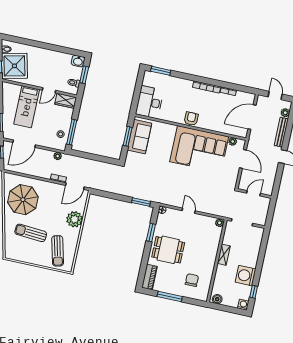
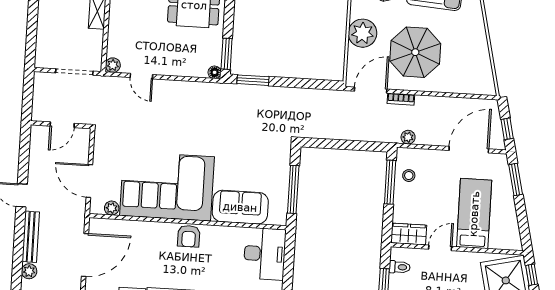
window: (128, 136) -> (293, 189), width x1.44
sofa: (140, 137) -> (240, 207), moved, turned 90
parasol: (23, 200) -> (415, 52), moved
door: (189, 211) -> (141, 76), moved
window: (151, 232) -> (227, 54), moved

